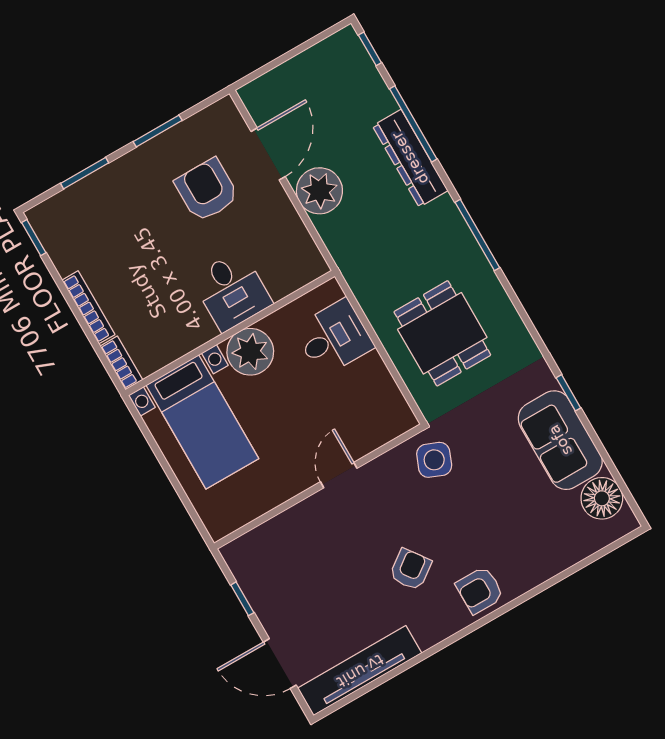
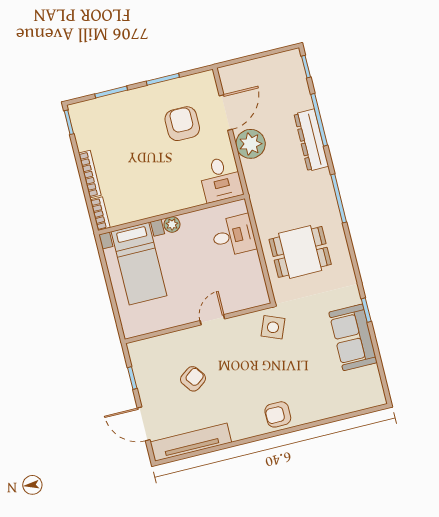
desk: (232, 291) -> (221, 179), moved
dining table: (442, 333) -> (300, 252), turned 90
plant: (250, 352) -> (172, 224), width x0.53, depth x0.53
floor lamp: (602, 498) -> (368, 380), removed
armchair: (411, 569) -> (193, 379), moved

